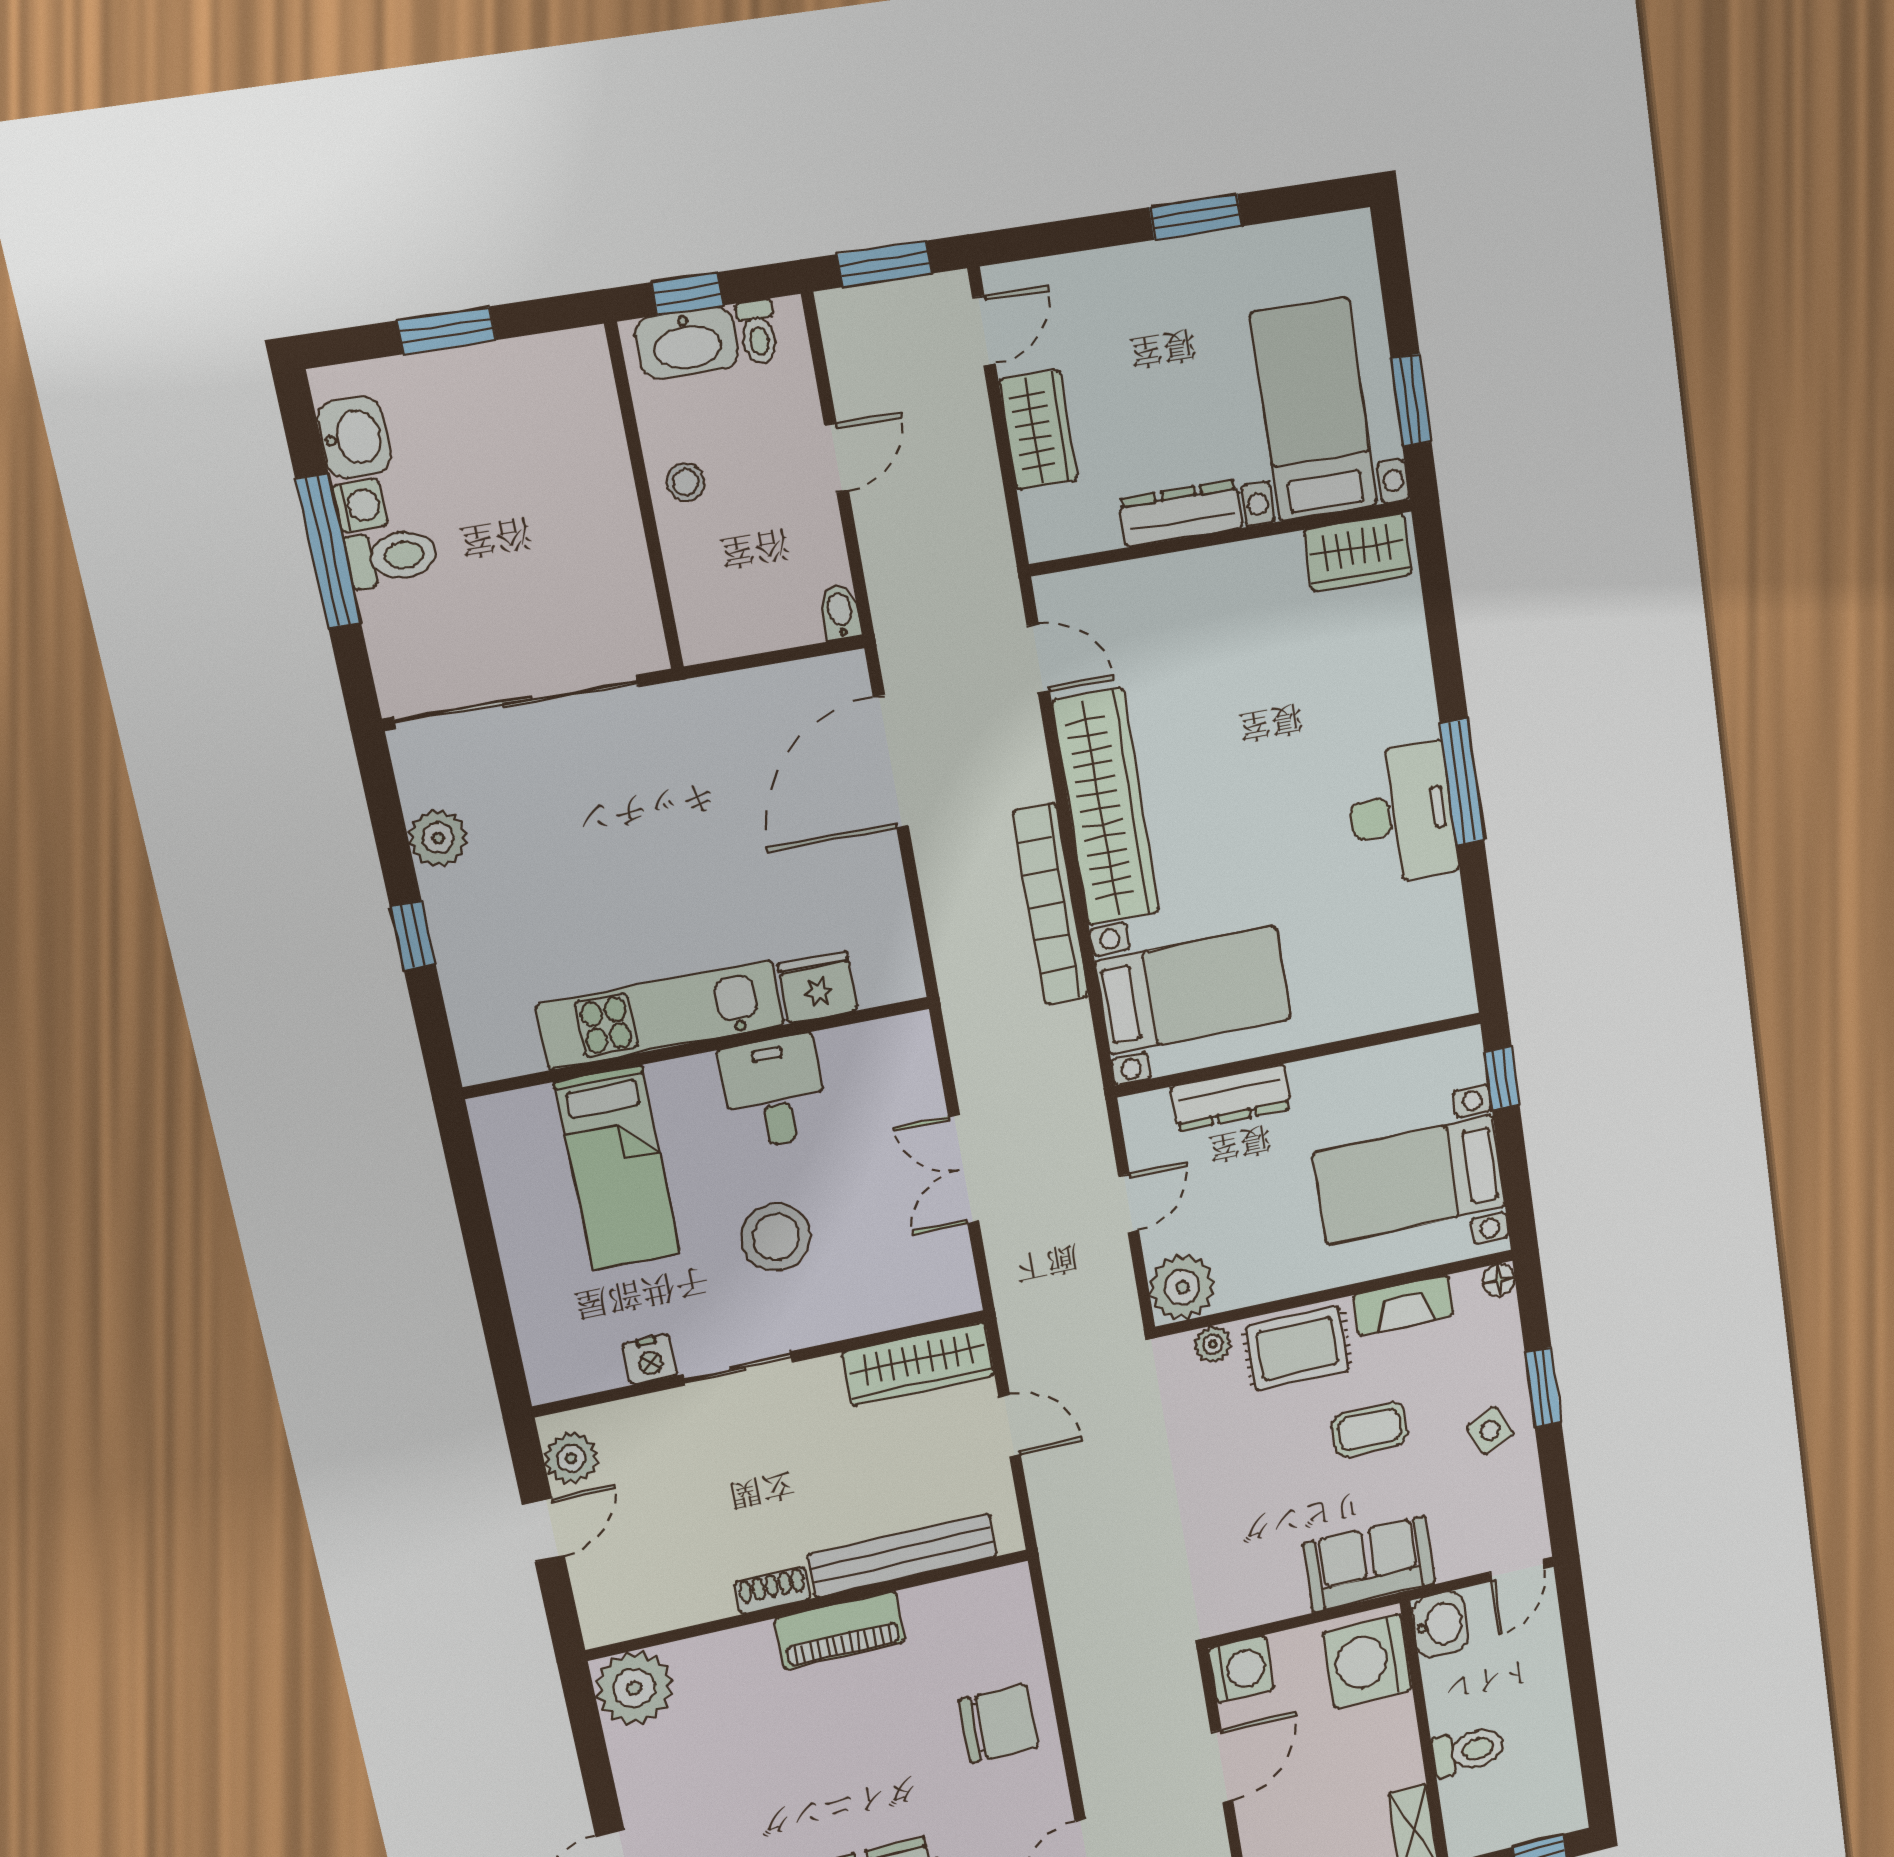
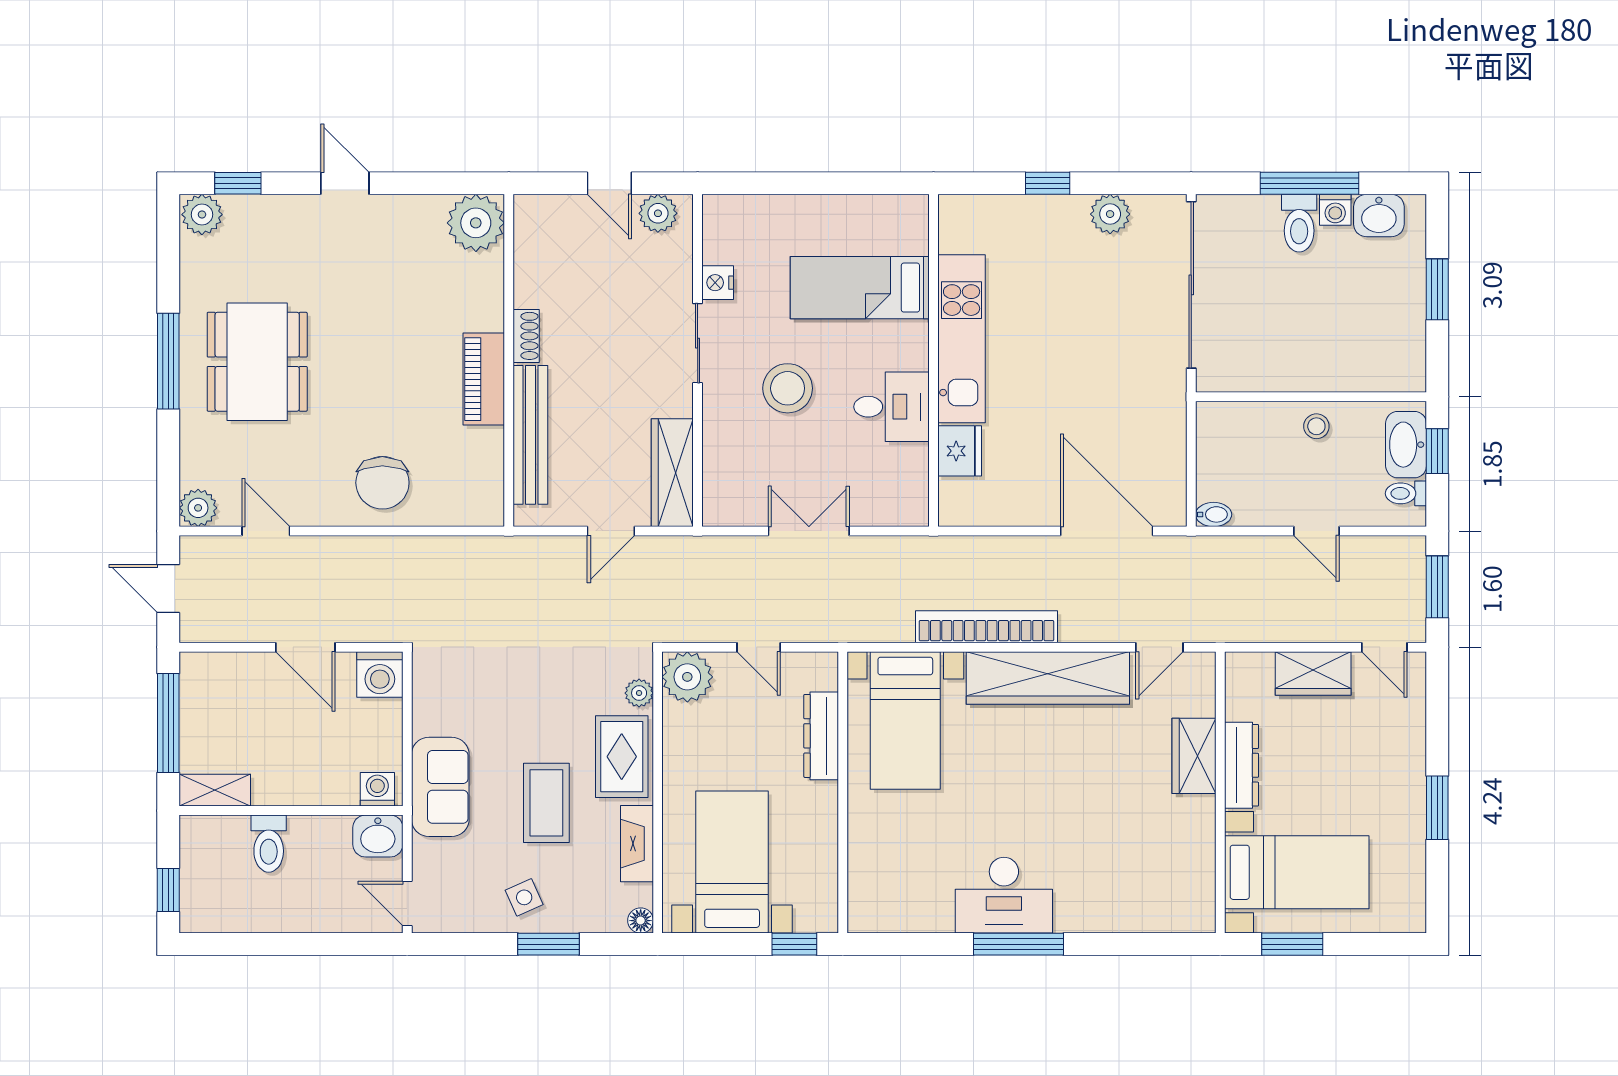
wardrobe: (1358, 552) -> (1194, 756), moved
coffee table: (1370, 1429) -> (546, 803), width x1.36, depth x1.30
washing machine: (1368, 1661) -> (377, 789), width x0.53, depth x0.53

